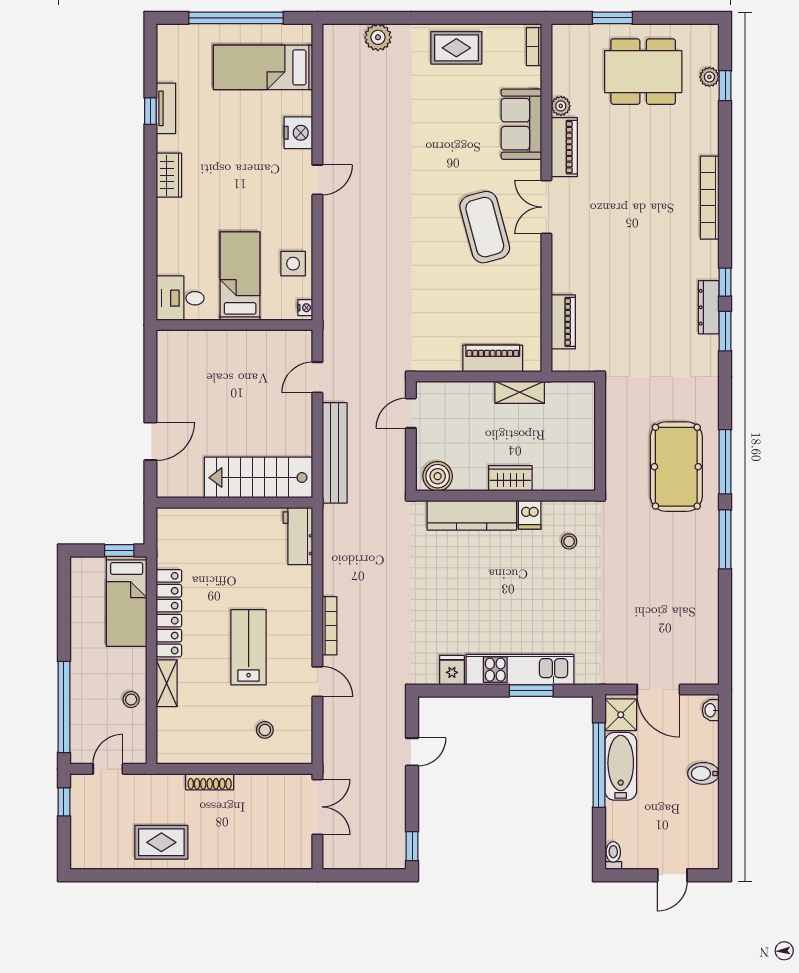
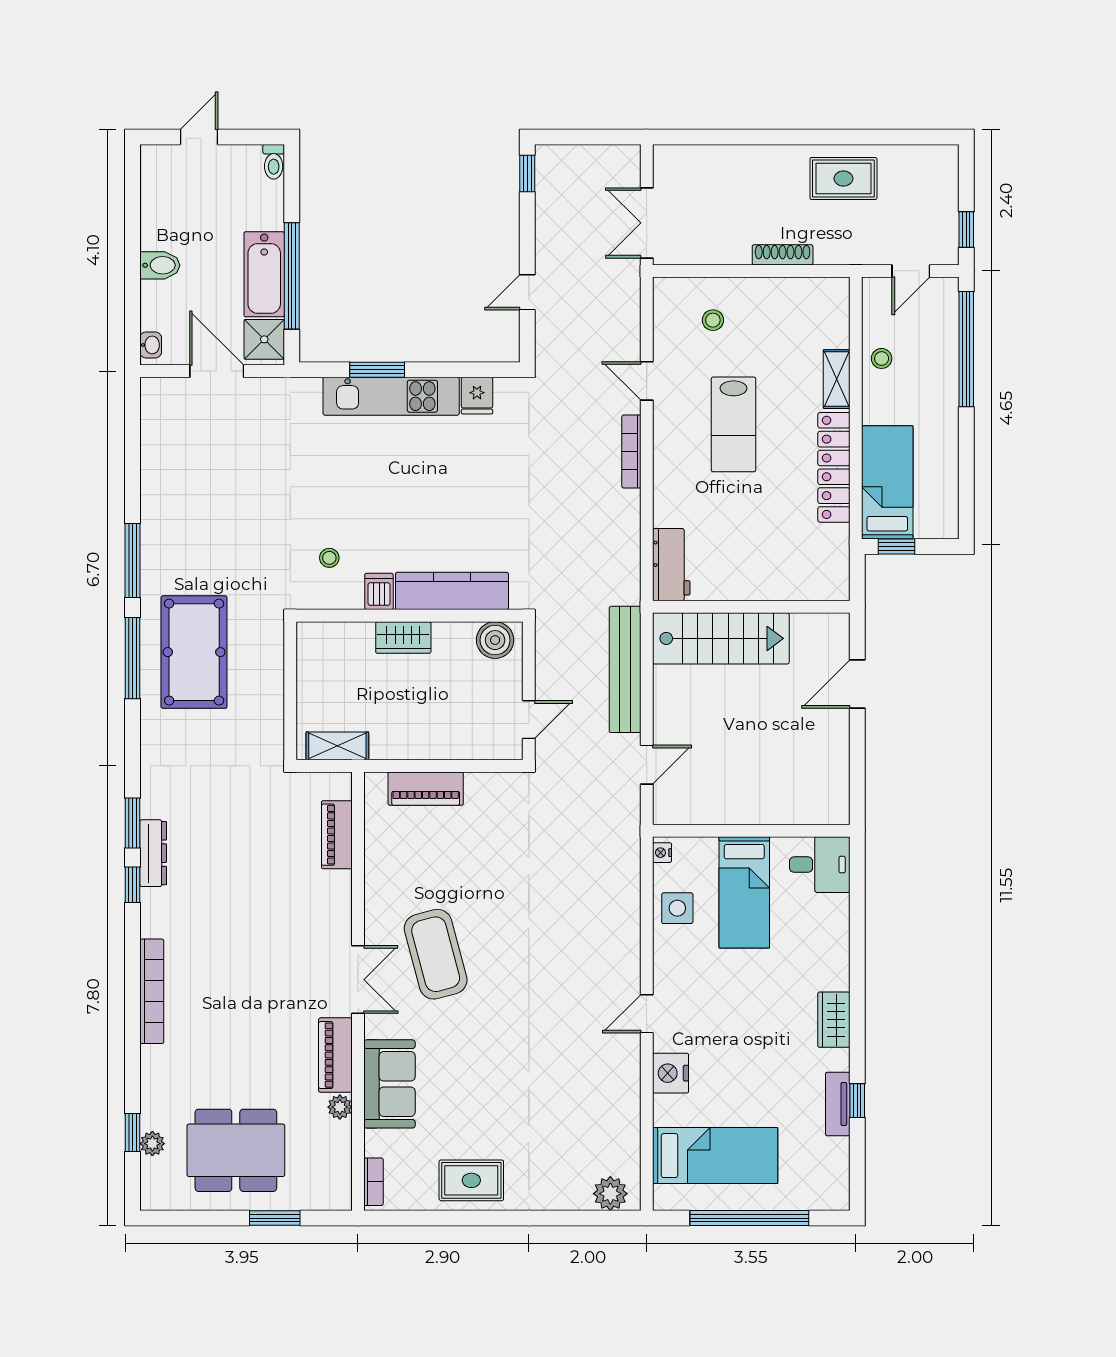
plant: (378, 37) -> (610, 1194), moved
shelving: (520, 392) -> (337, 746), moved

